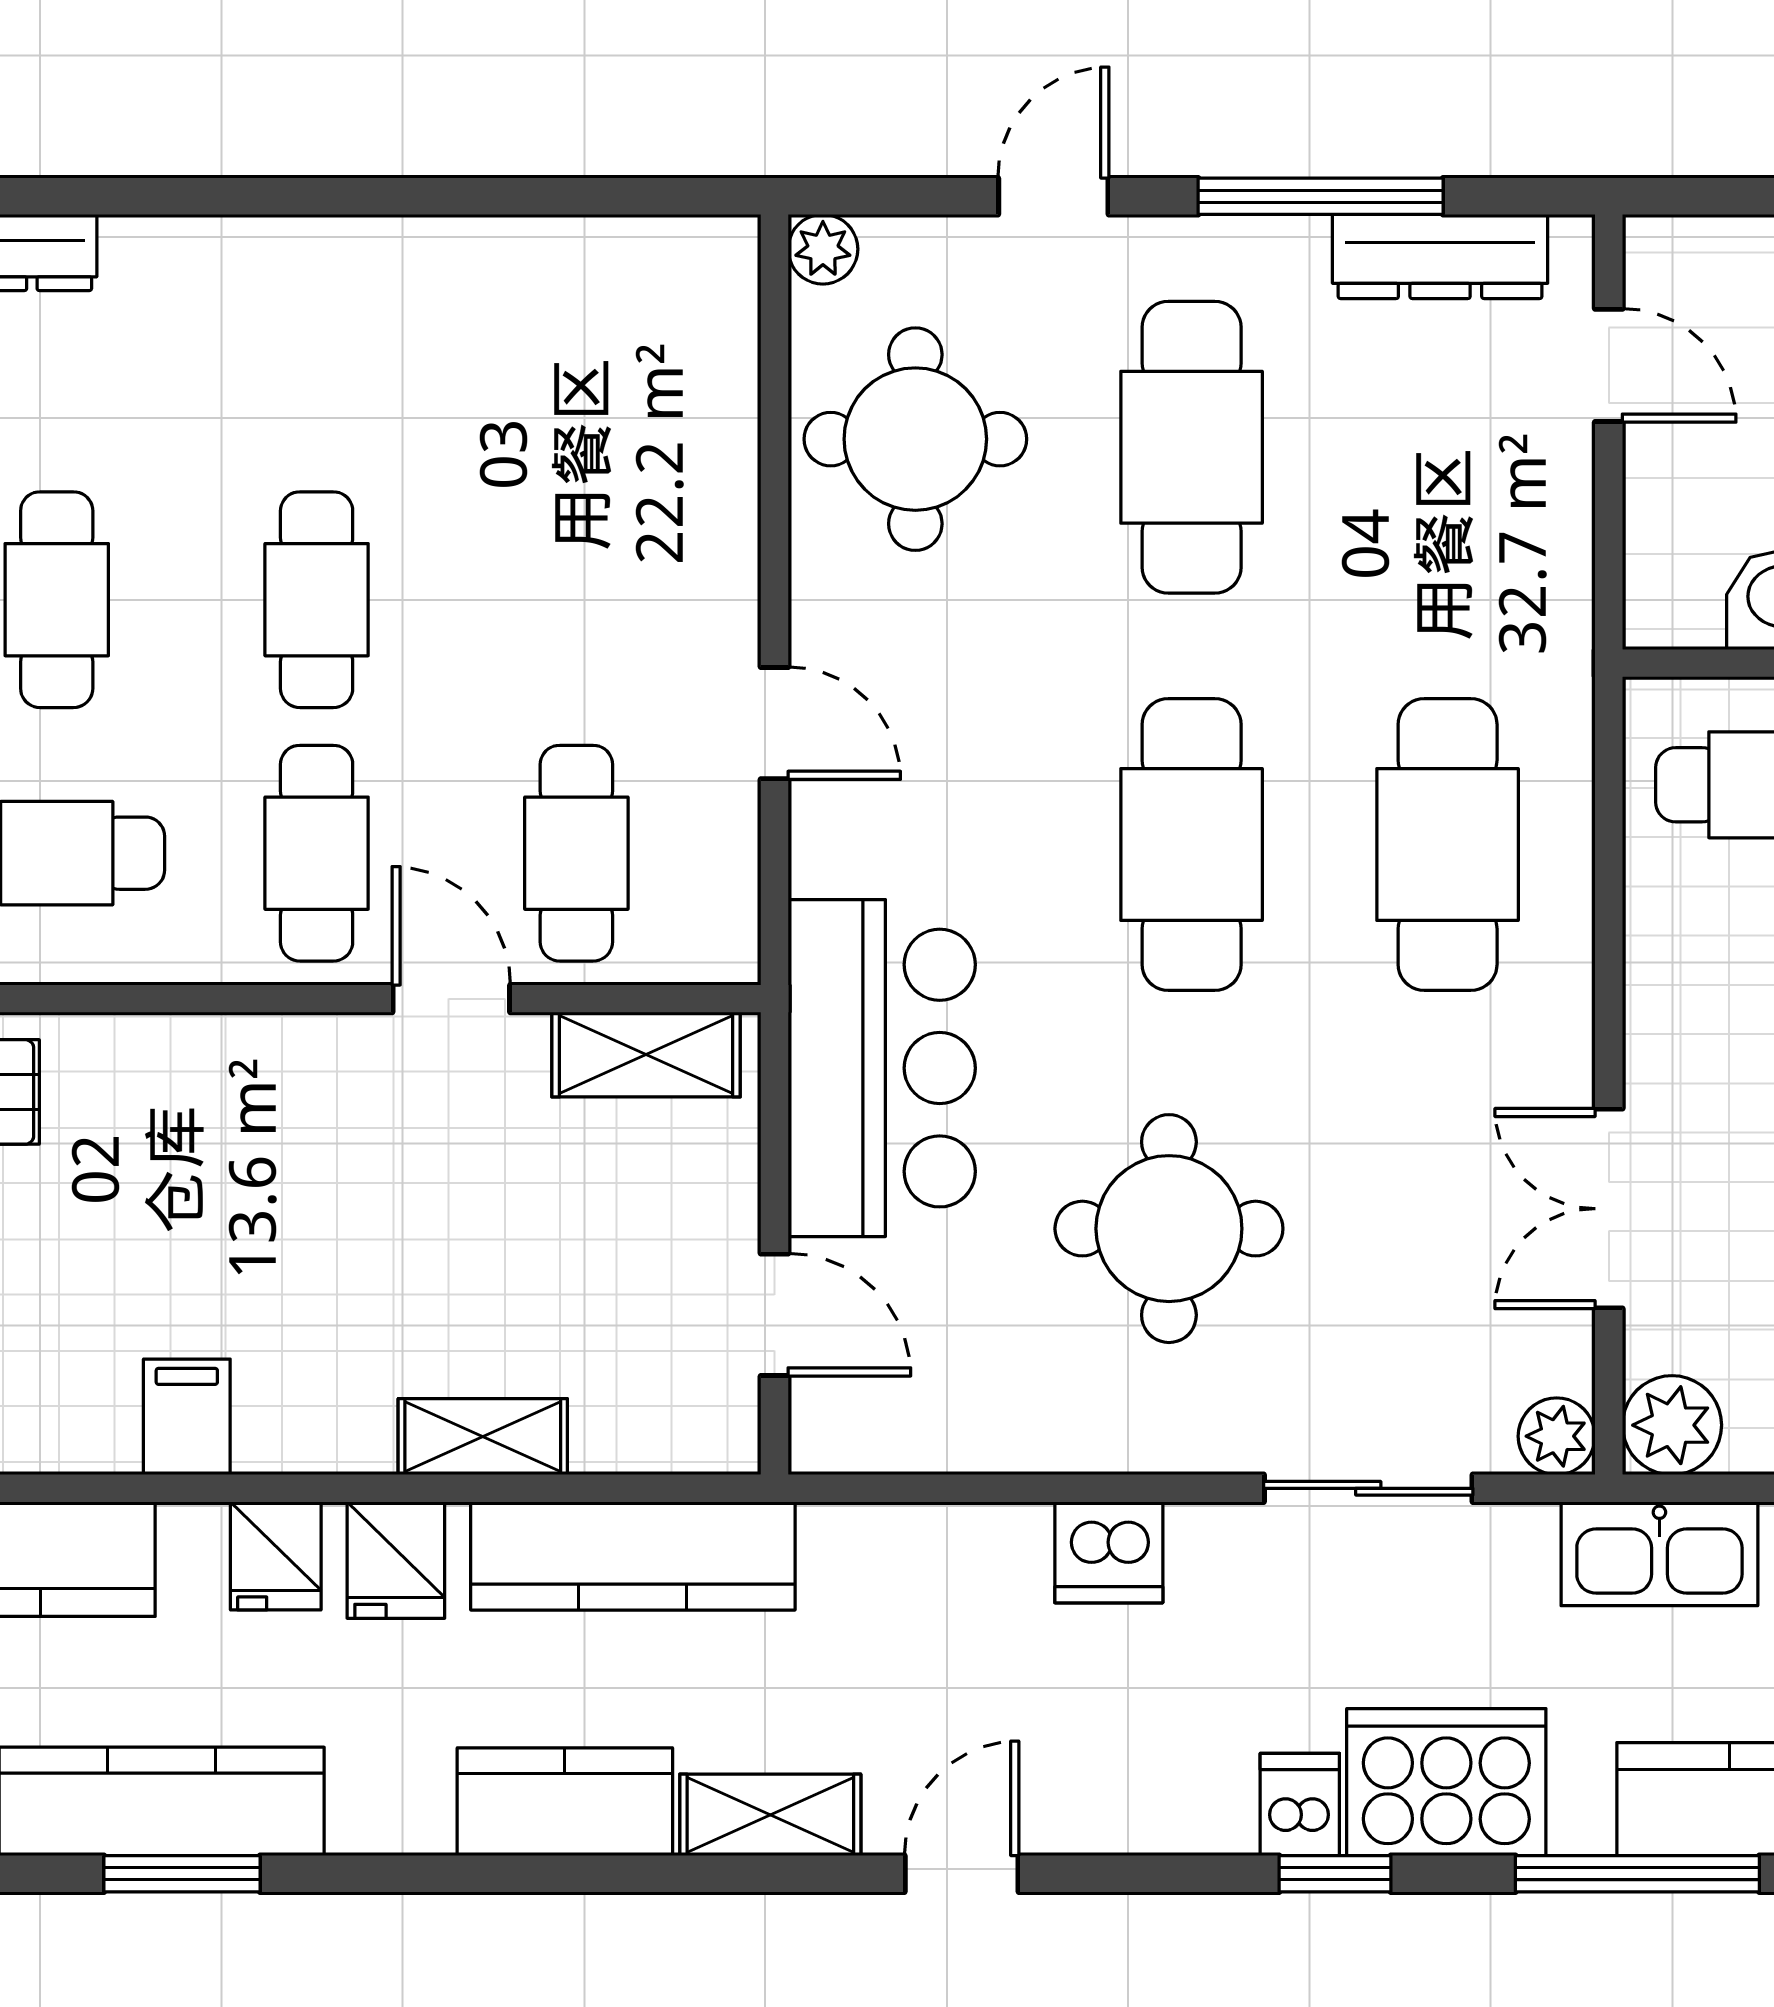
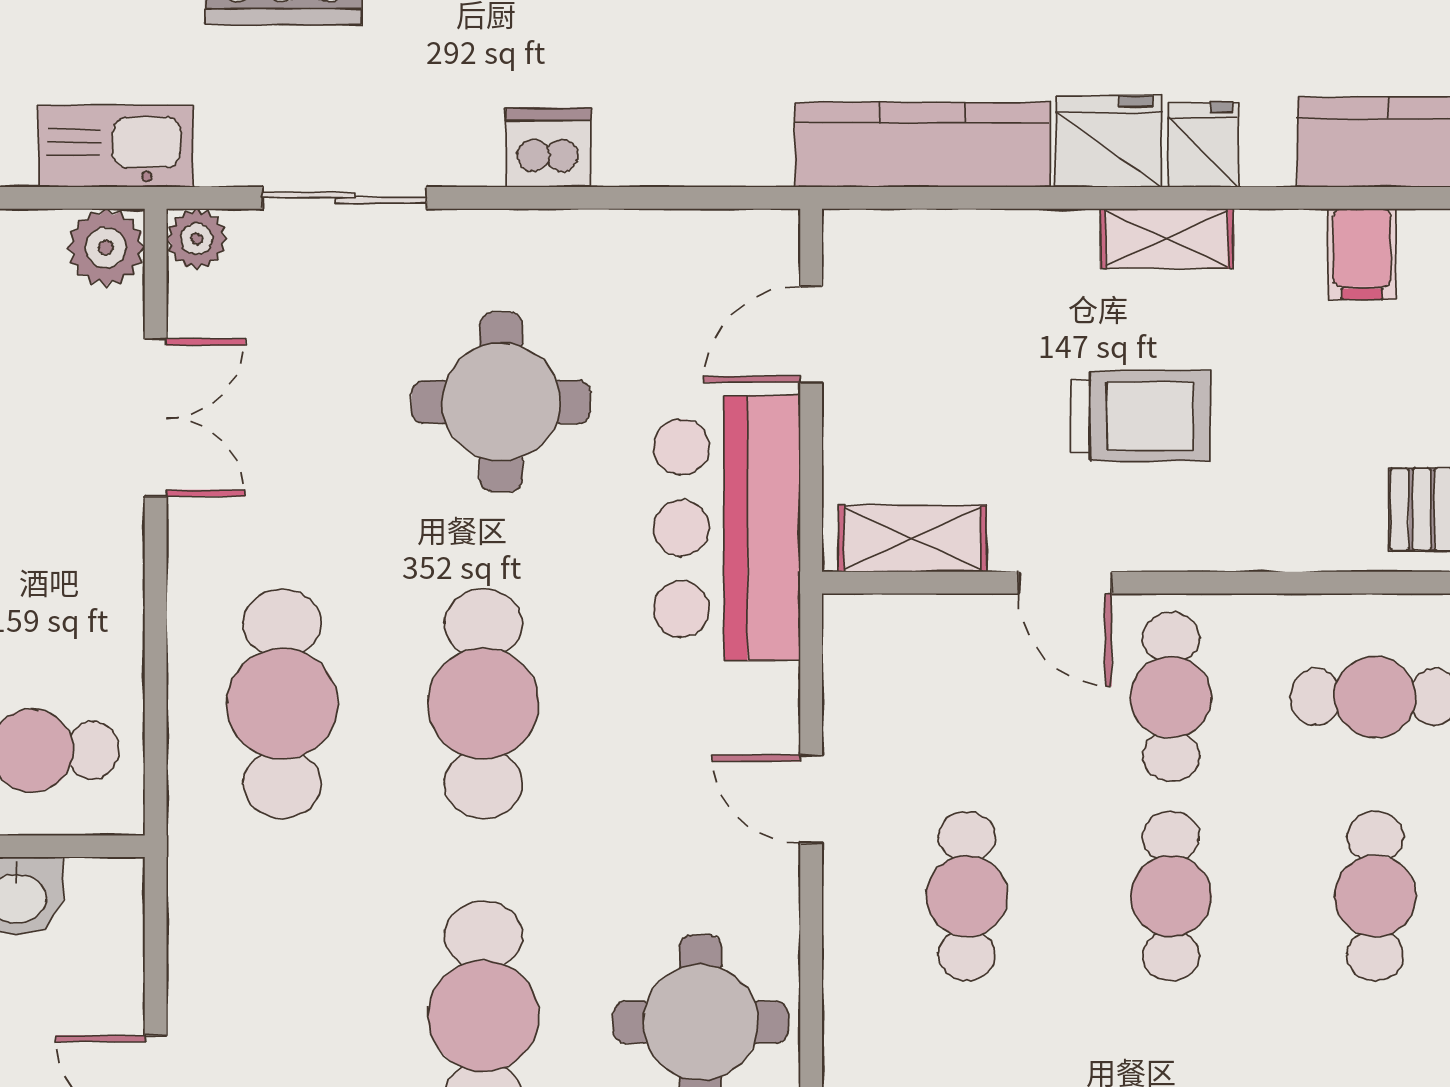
cafe table: (576, 853) -> (967, 896), moved
trolley: (356, 1211) -> (1140, 416), added
door: (774, 1315) -> (811, 334), hinge flipped
filing cabinet: (187, 1417) -> (1362, 254), moved
shelving: (483, 1437) -> (1167, 238), moved
fridge: (396, 1560) -> (1109, 141), width x1.38

